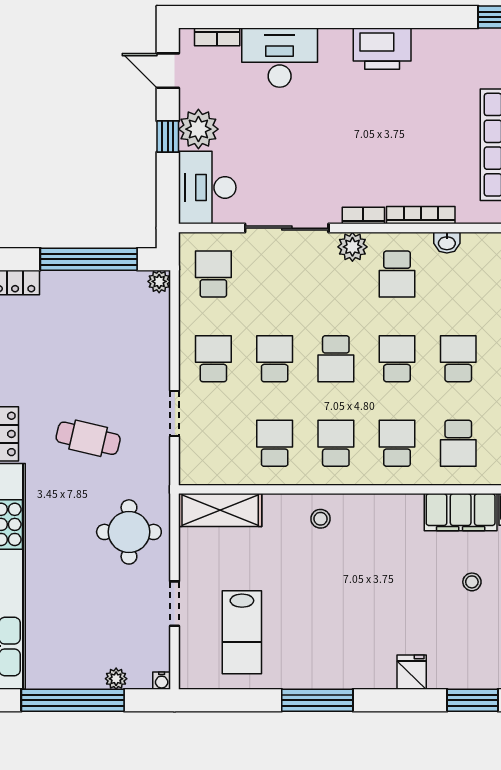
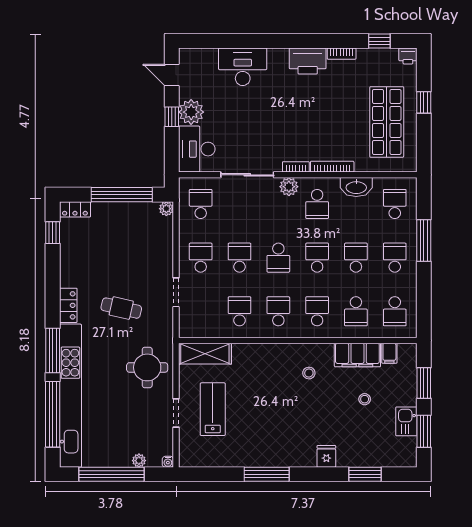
bookcase: (217, 37) -> (342, 54), moved
washbasin: (447, 243) -> (356, 187), width x1.91, depth x1.45
stool: (320, 519) -> (309, 373), moved
lab bench: (242, 632) -> (213, 409), moved, turned 180

